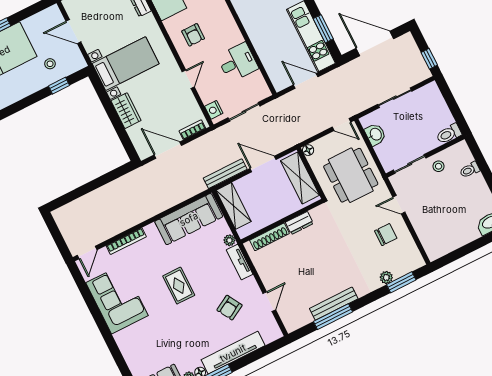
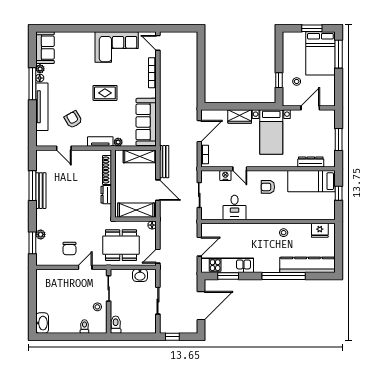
nightstand: (214, 110) -> (225, 176), moved
door: (263, 164) -> (158, 190), hinge flipped

